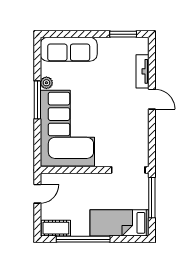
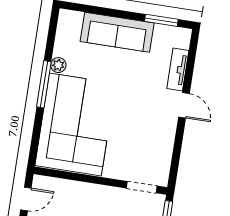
sofa: (69, 49) -> (117, 32), moved
doorway: (128, 170) -> (142, 187), width x0.73

